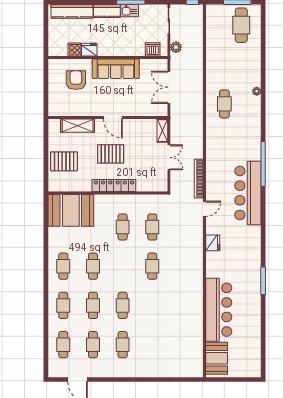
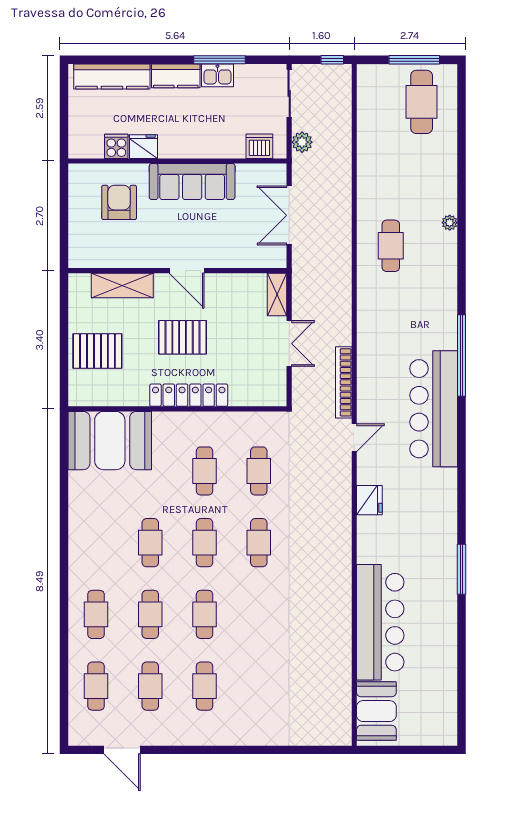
cafe table: (63, 266) -> (205, 543), moved

